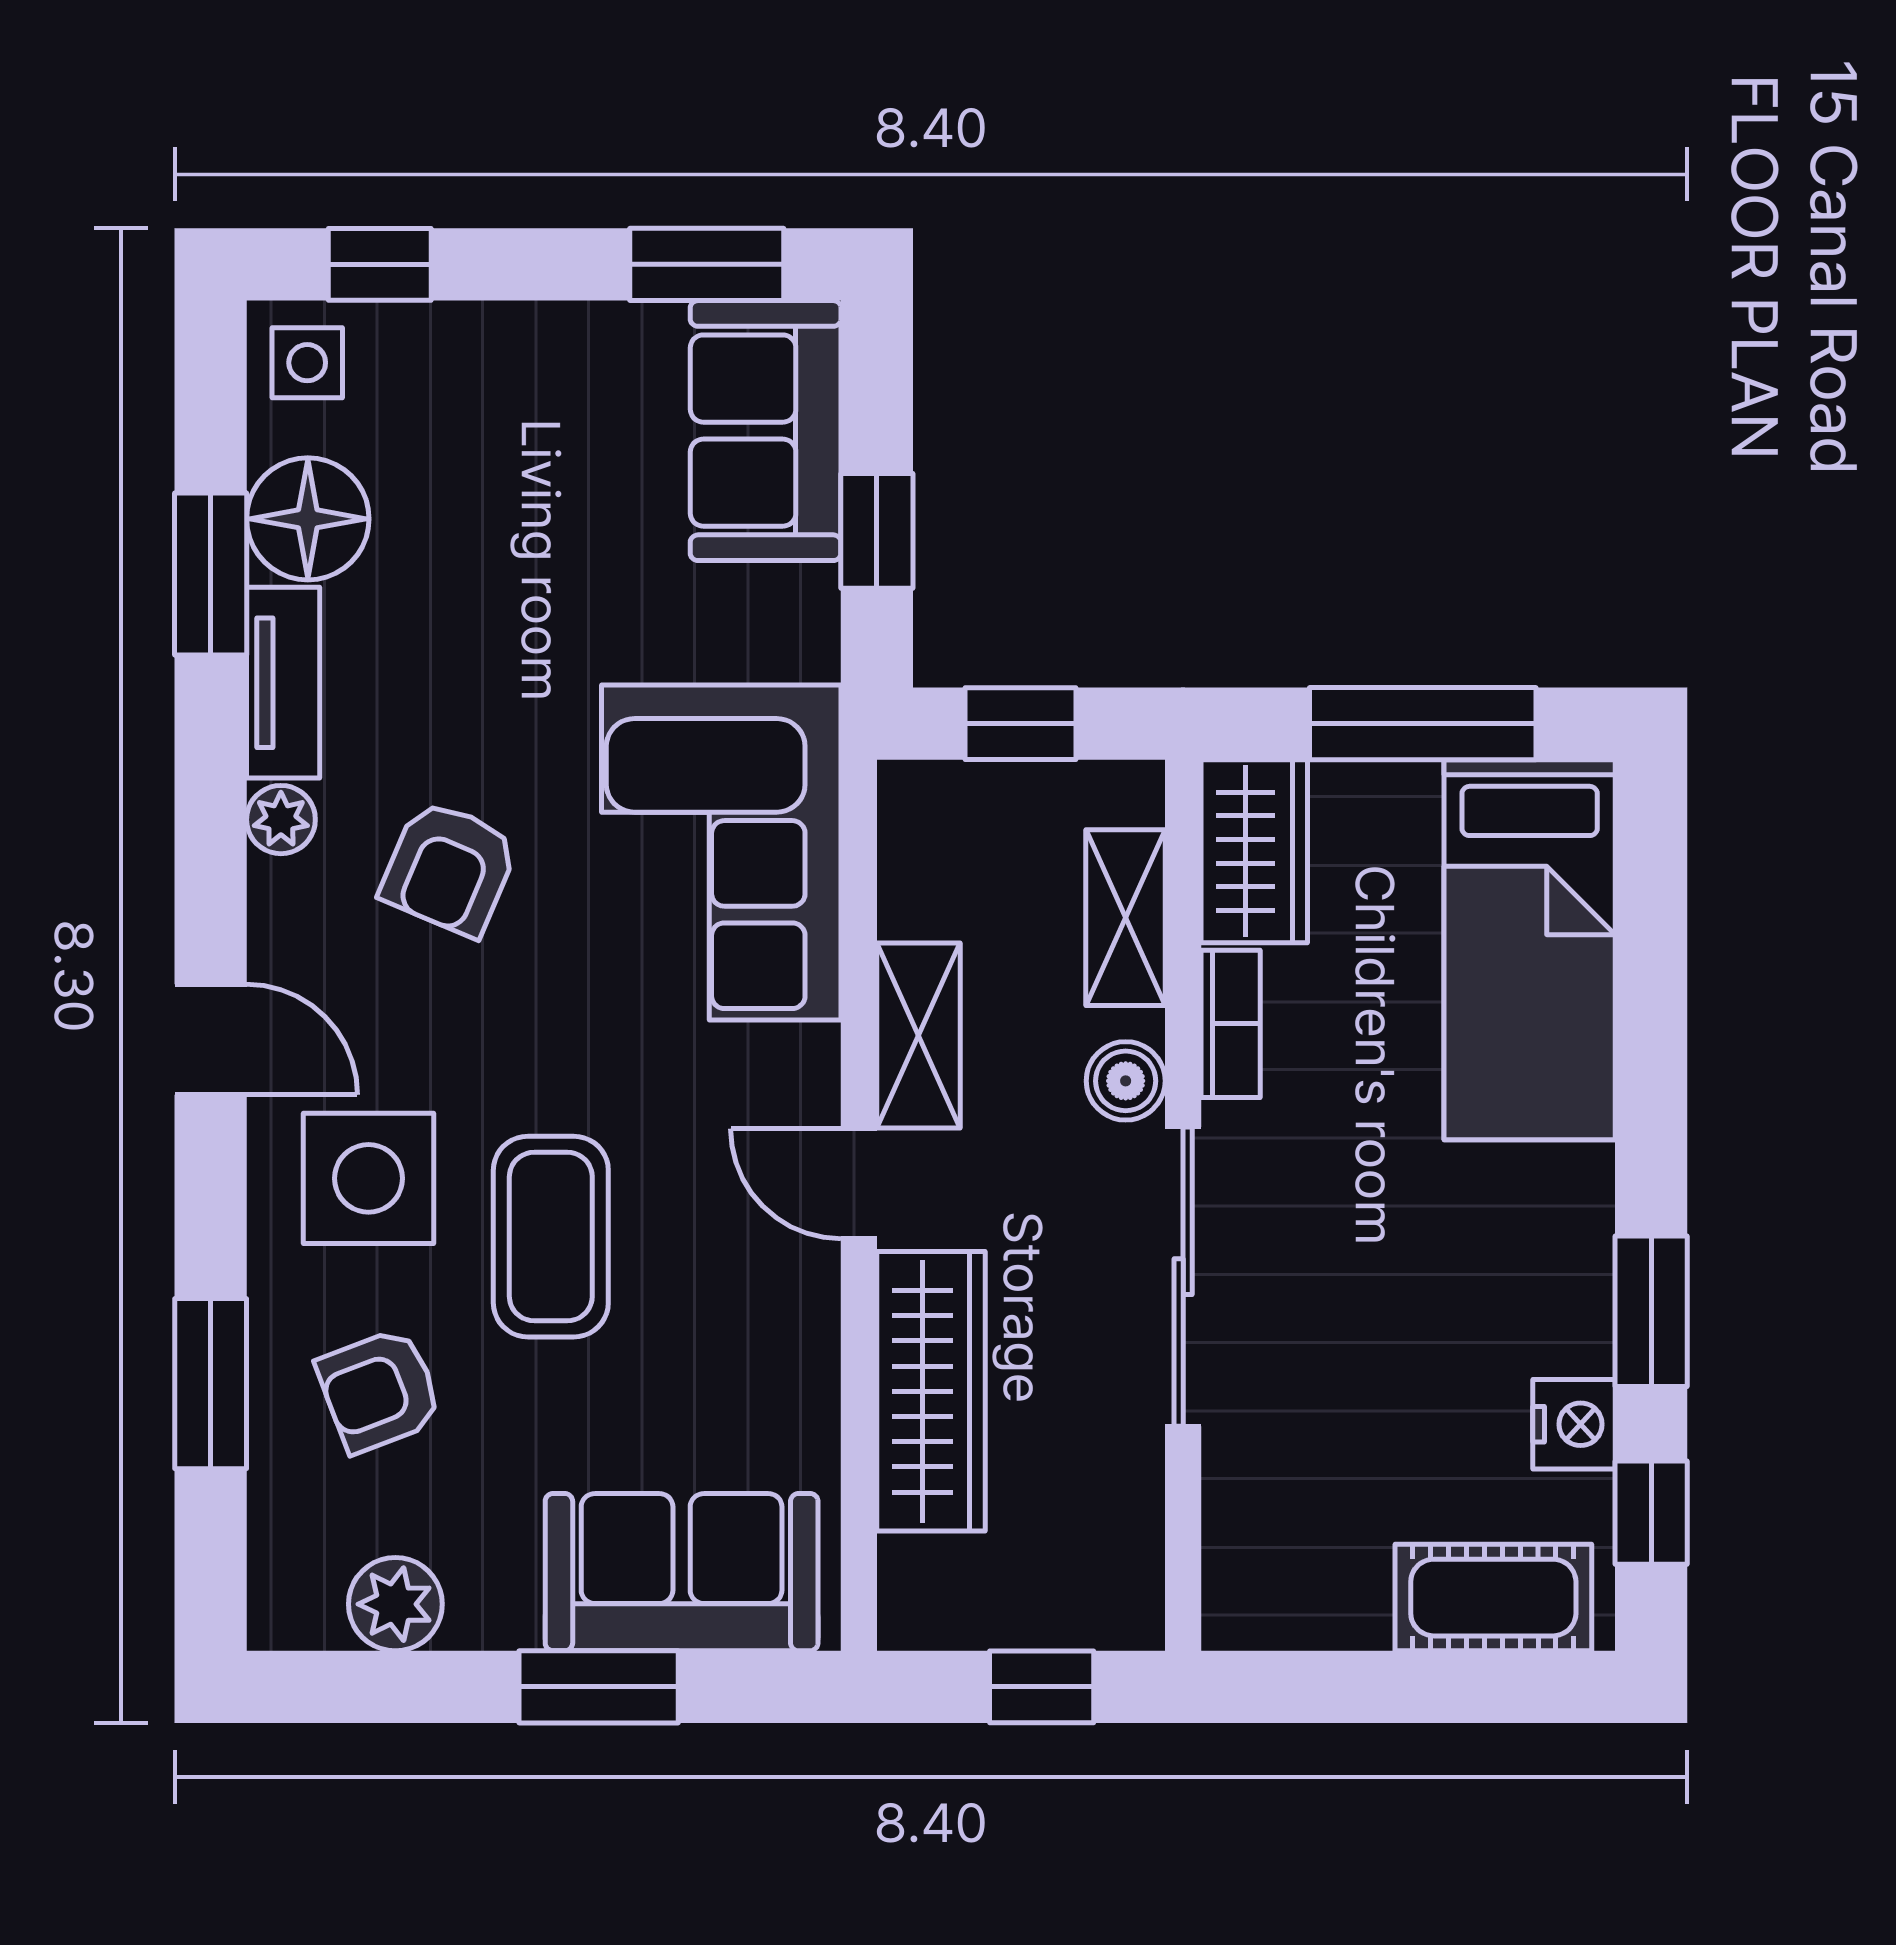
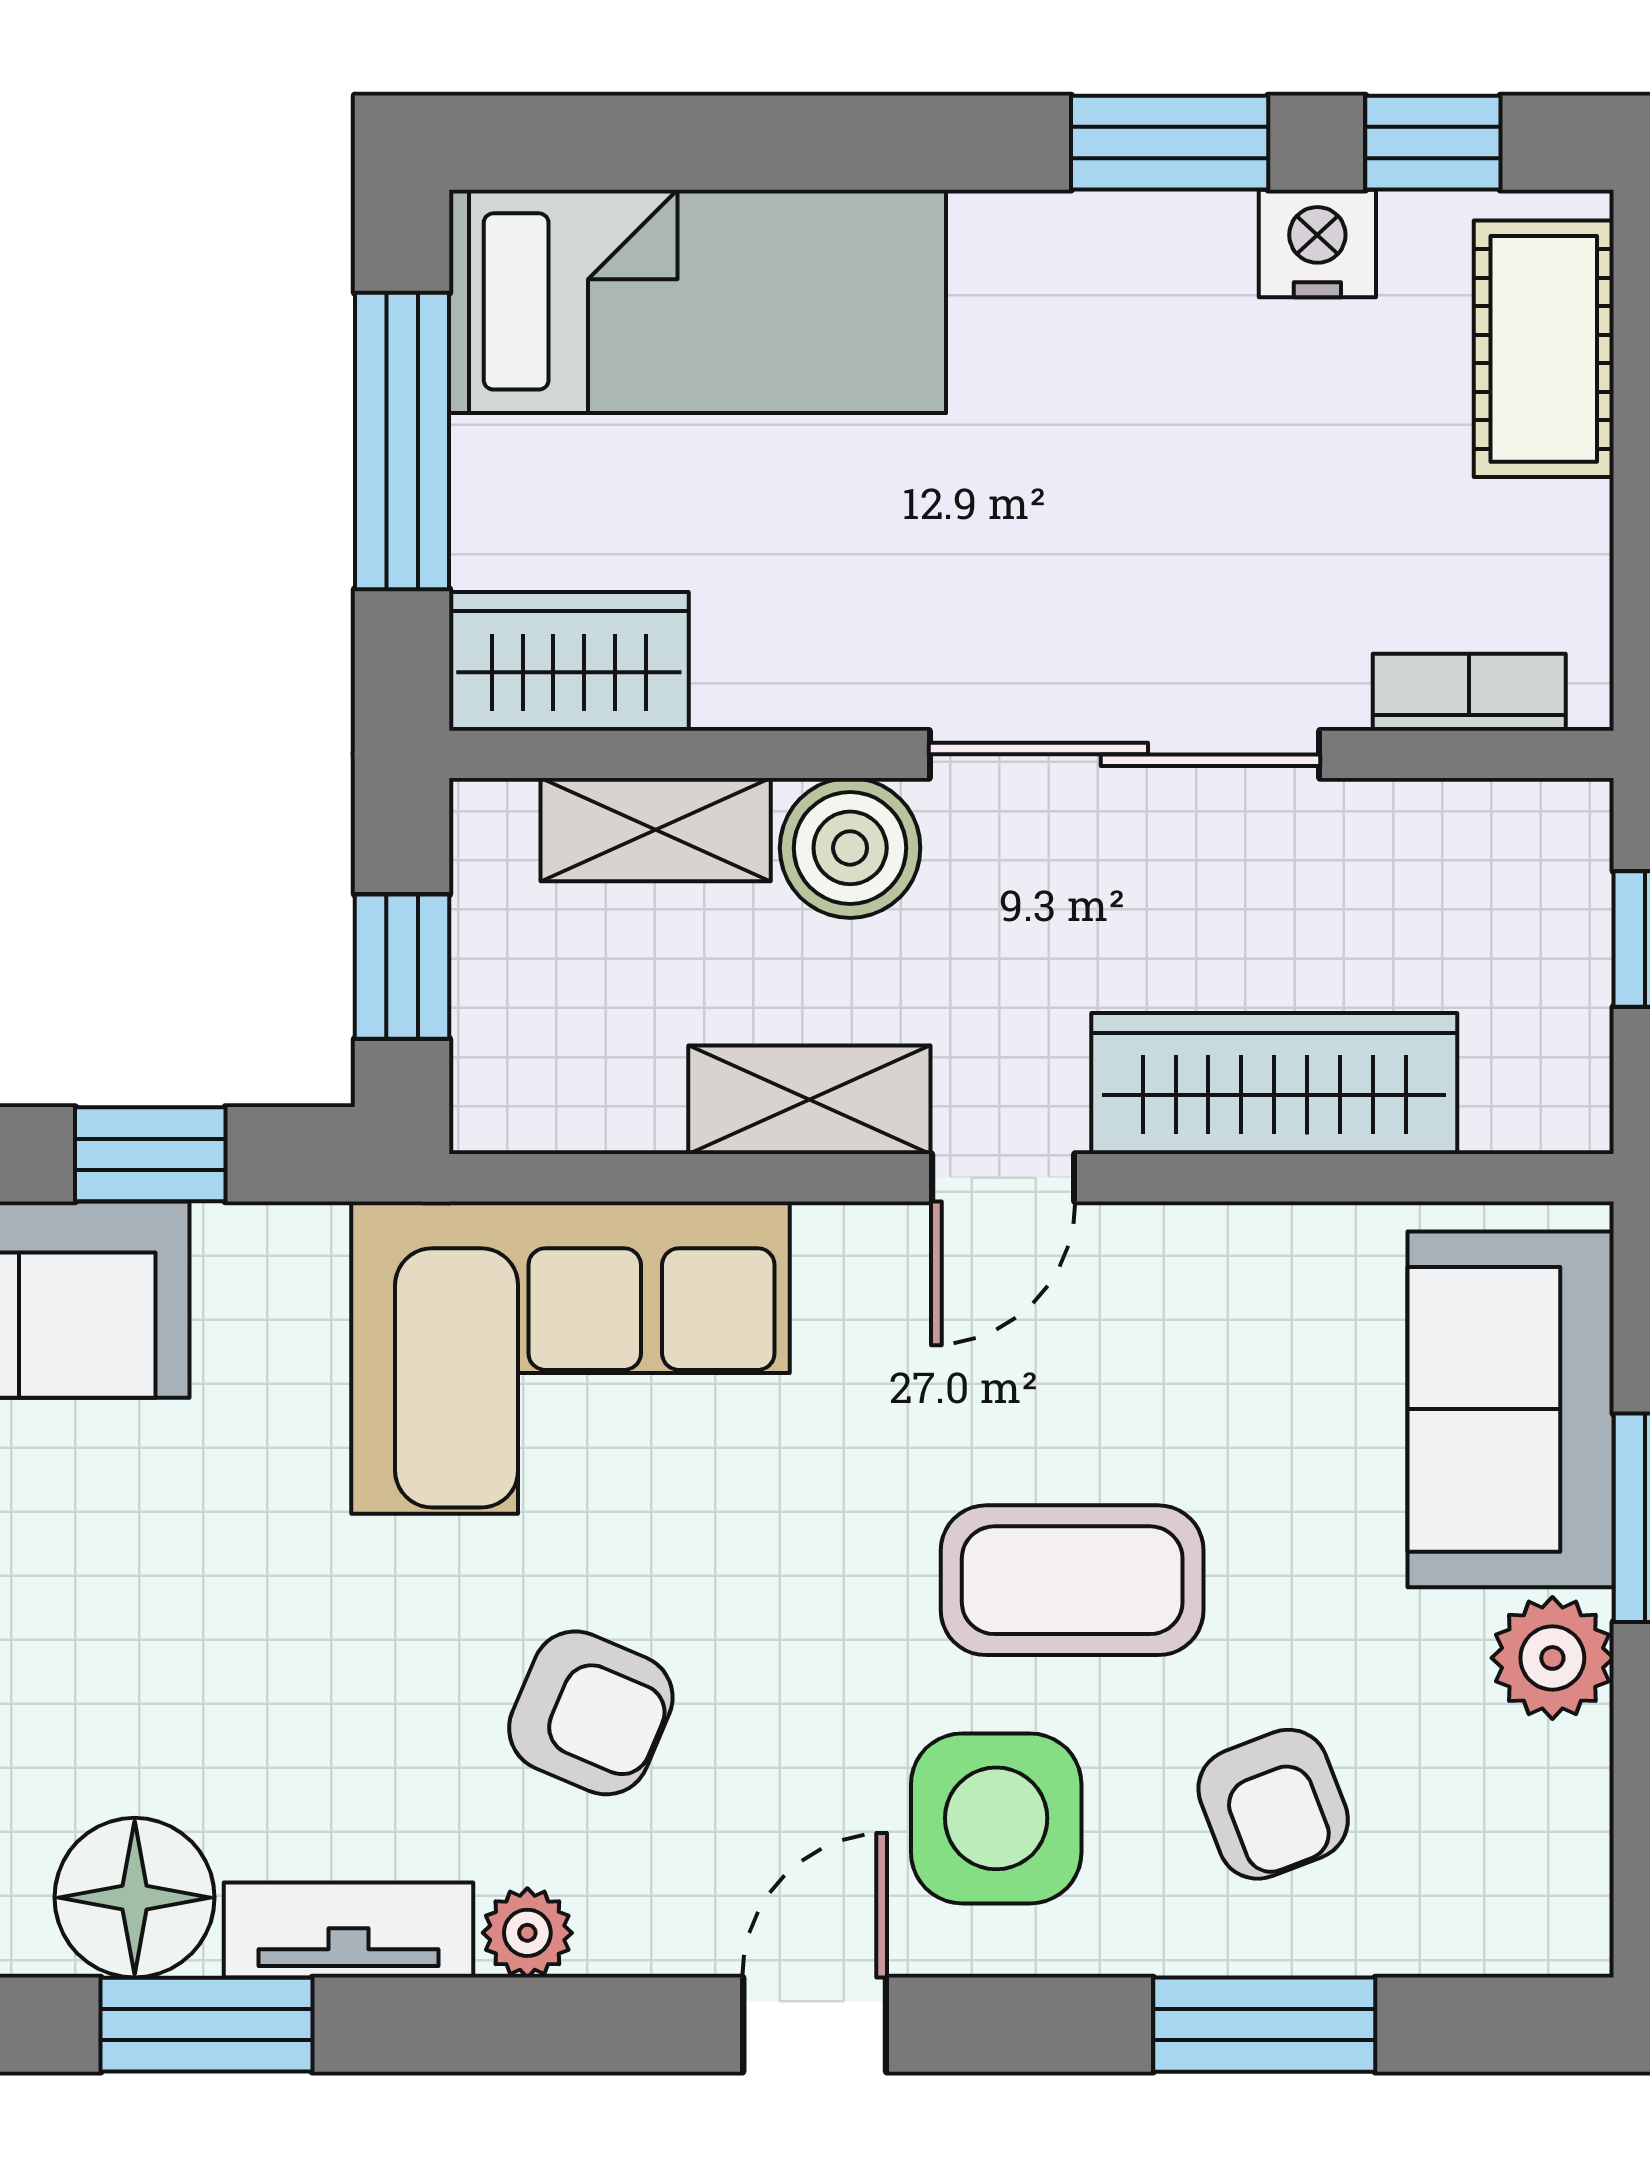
bookcase: (1231, 1024) -> (1469, 692), moved
boiler: (1126, 1081) -> (850, 848), width x1.36, depth x1.36
plant: (395, 1604) -> (1552, 1658), moved

